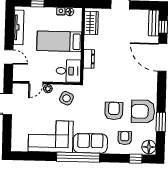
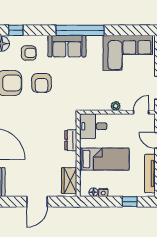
door: (36, 83) -> (141, 112), moved
side table: (66, 98) -> (95, 96), removed
corner sofa: (51, 136) -> (128, 53), moved
armchair: (125, 138) -> (29, 53), turned -90

